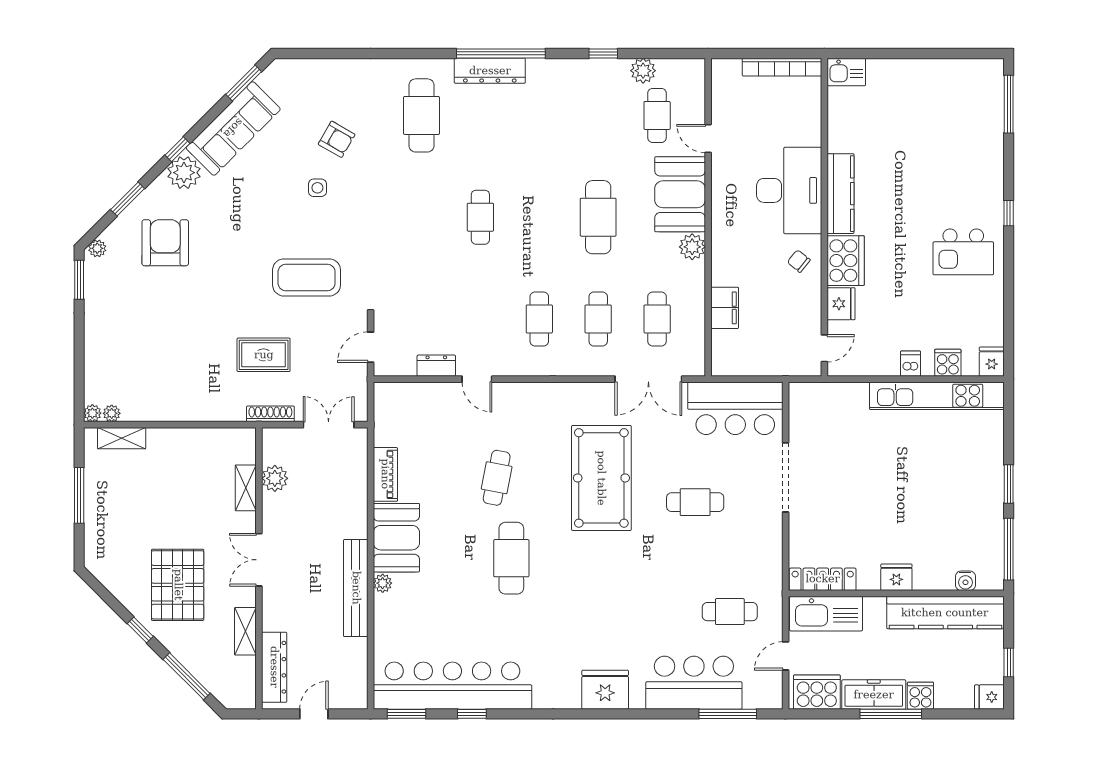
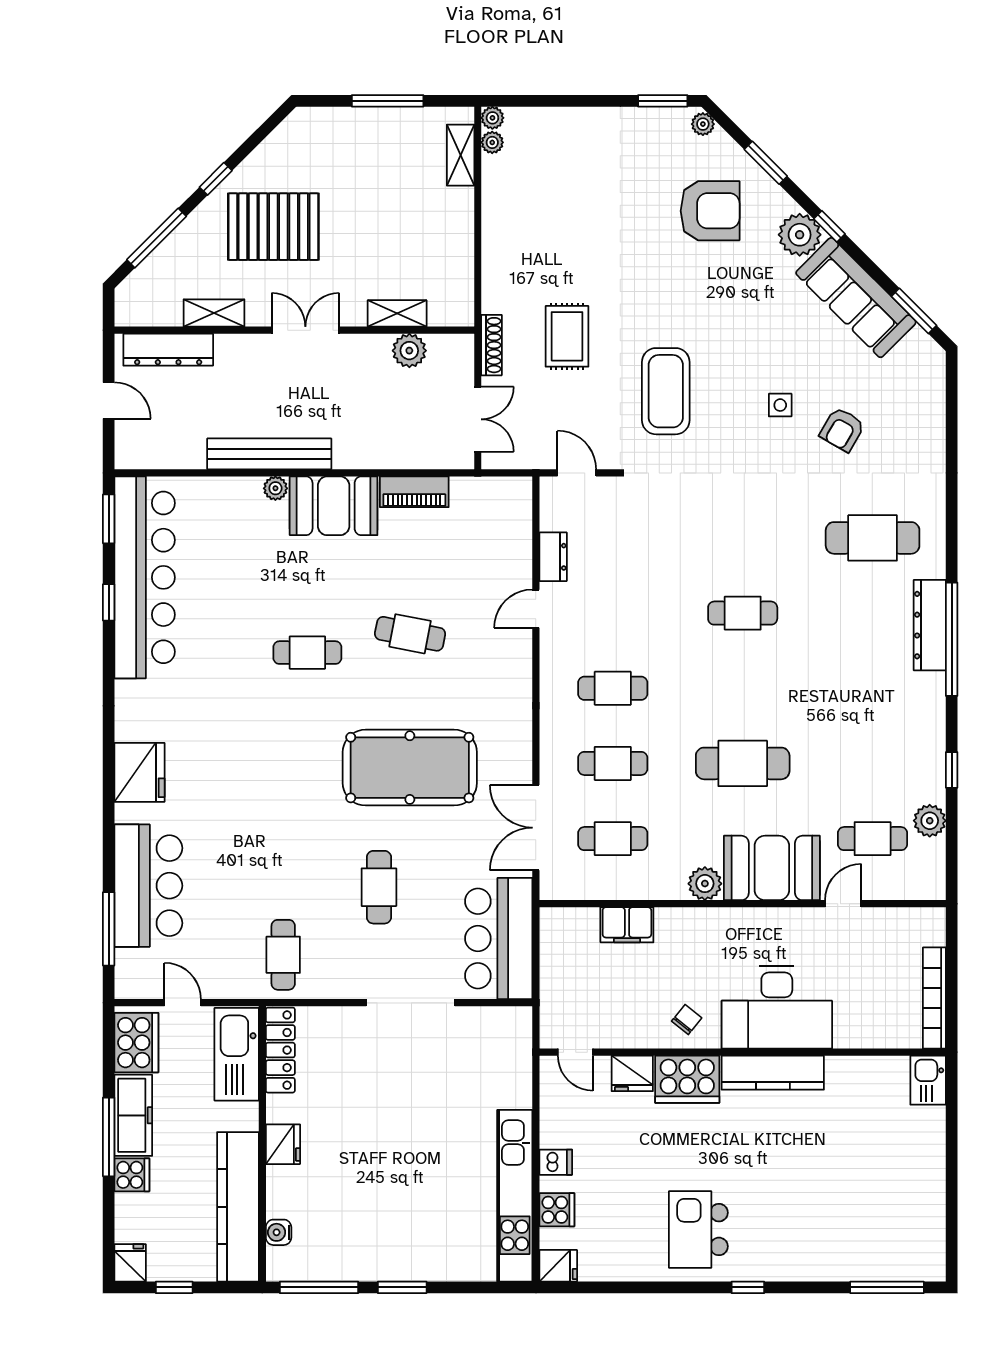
cafe table: (511, 558) -> (307, 653), width x0.73, depth x0.74
cafe table: (730, 612) -> (283, 955), moved

